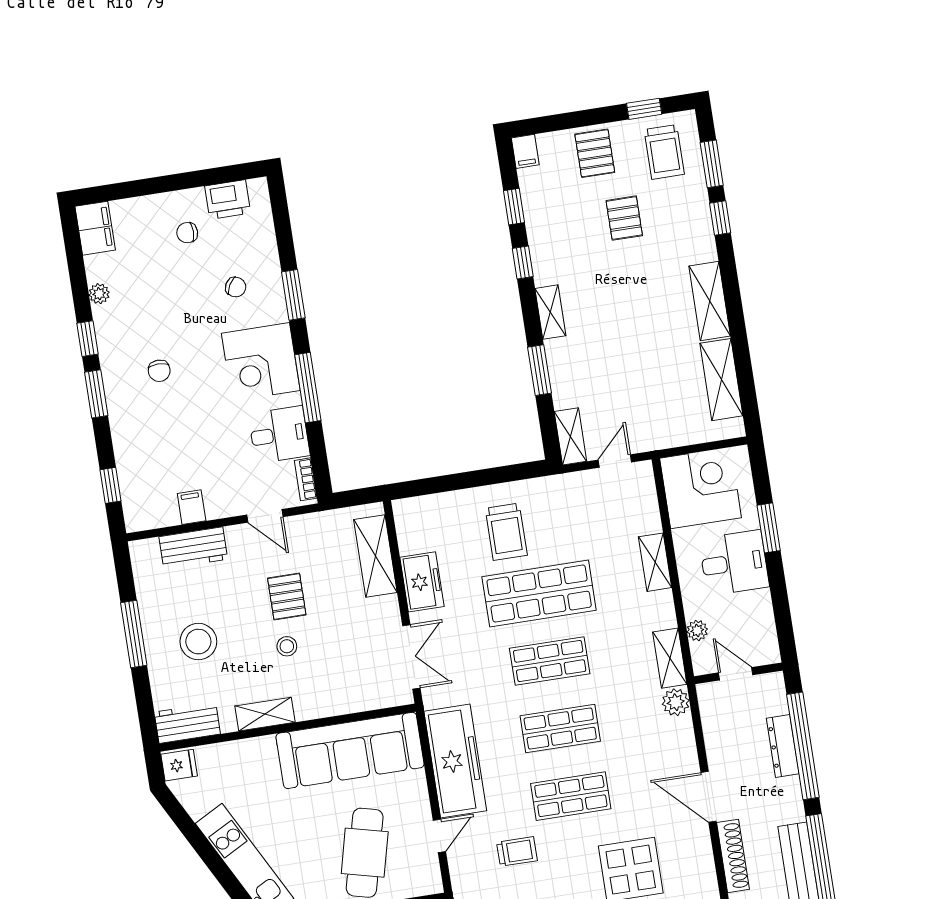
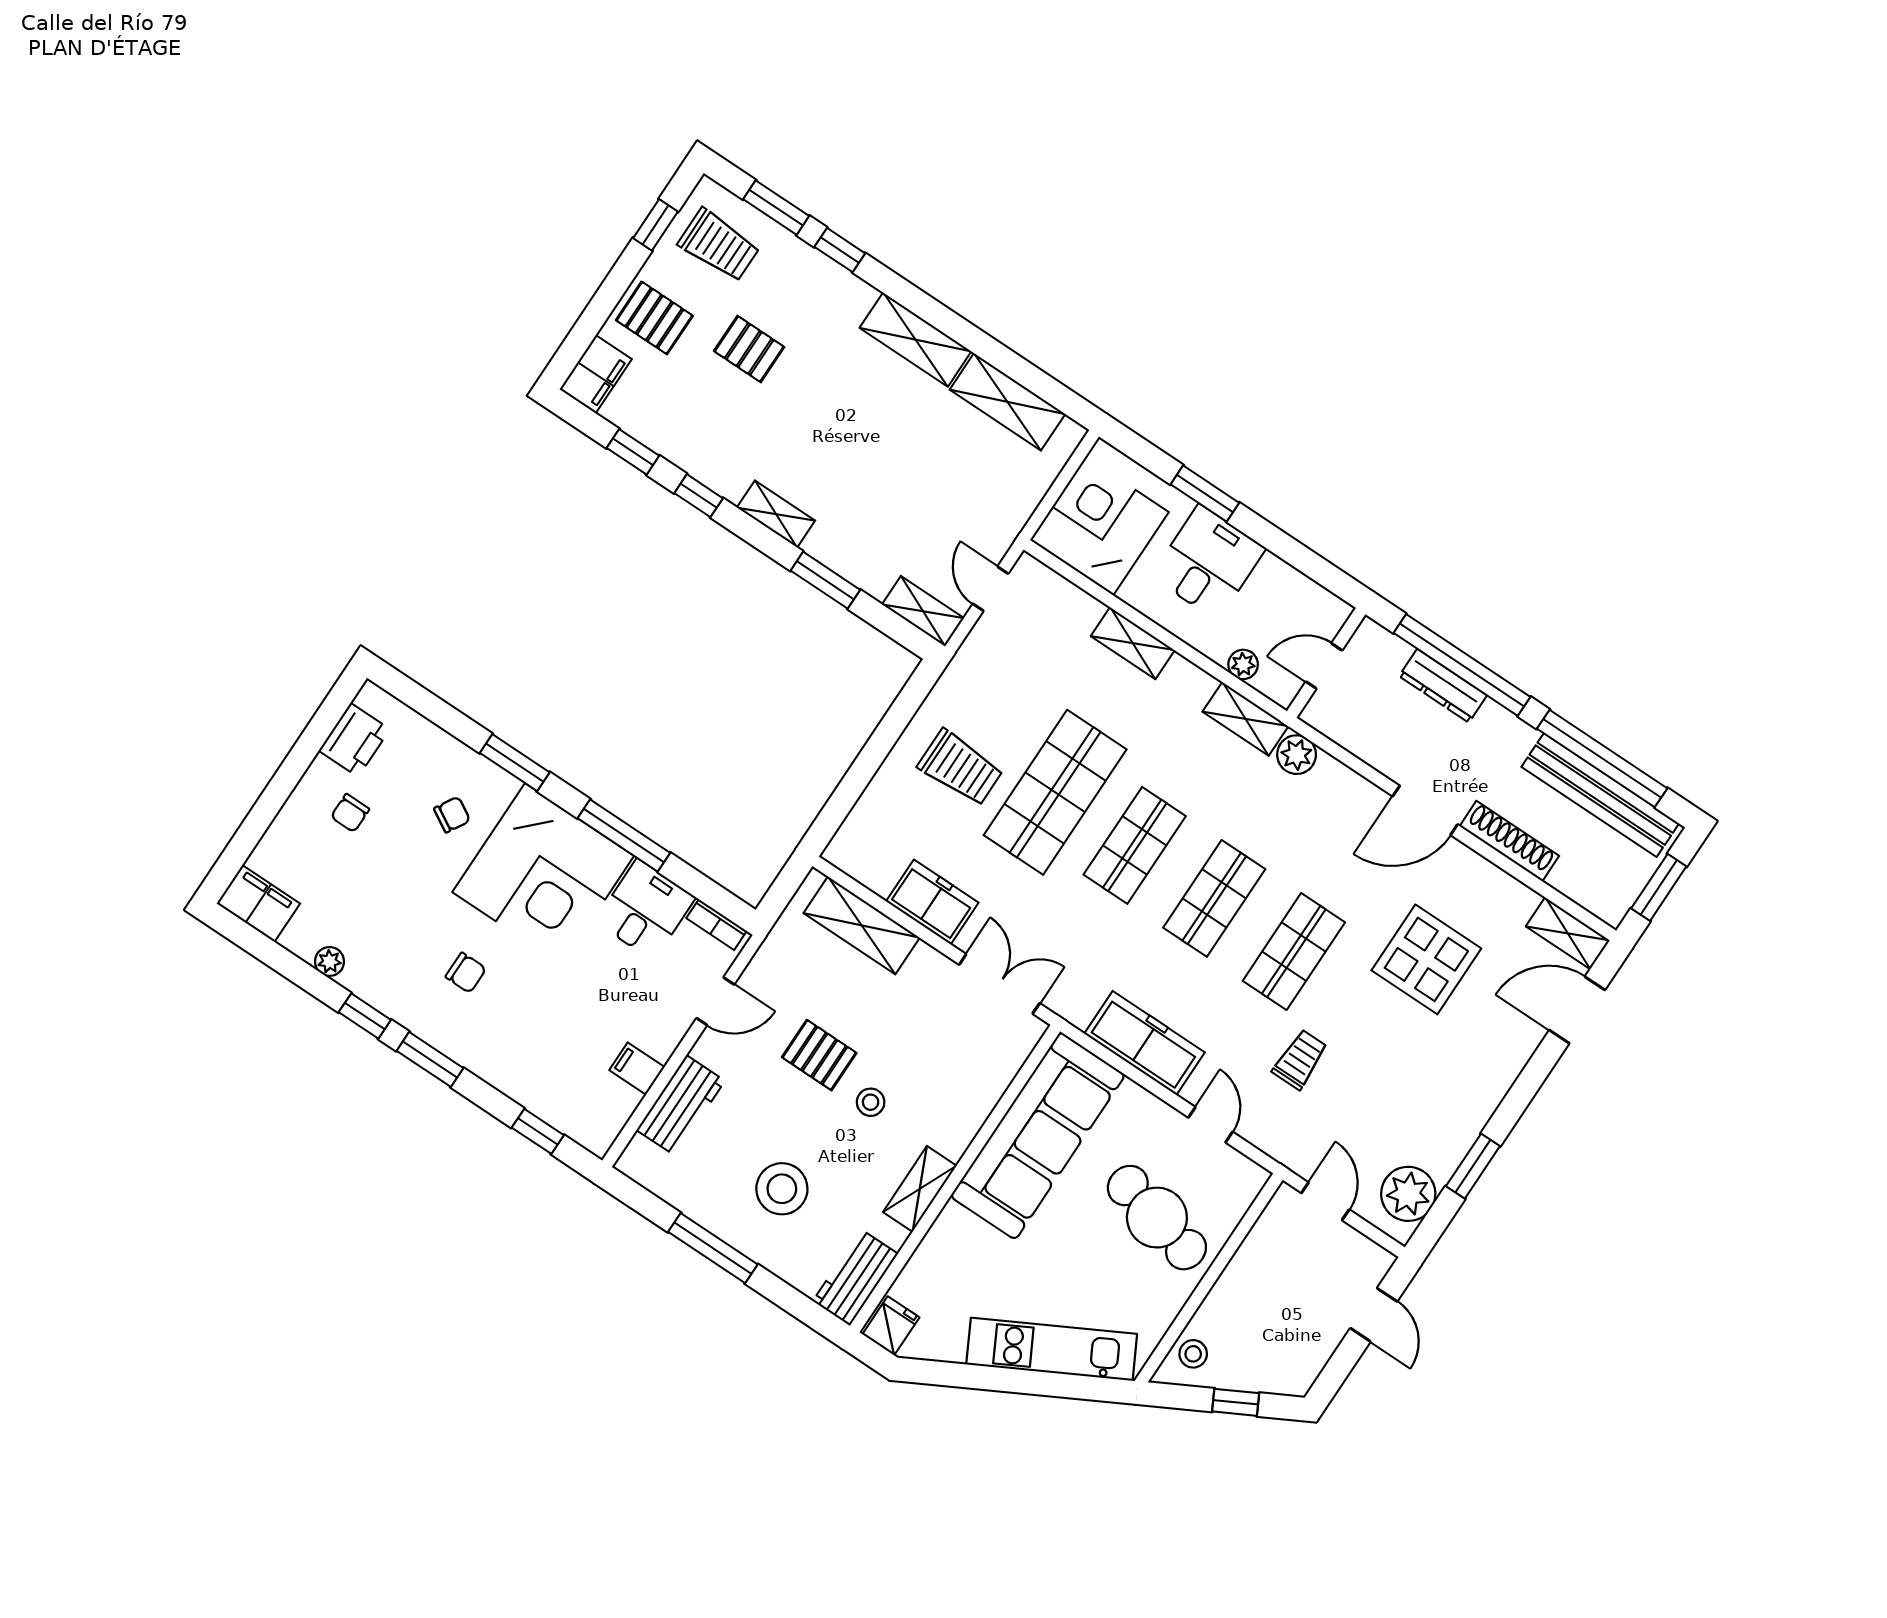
filing cabinet: (525, 151) -> (596, 374), width x2.00
corner desk: (261, 362) -> (543, 874), width x1.36, depth x1.36
freezer: (455, 761) -> (1145, 1043), width x0.73, depth x0.79

